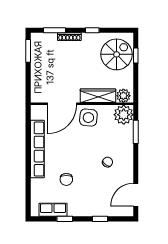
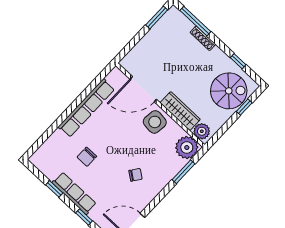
window: (55, 30) -> (195, 21), width x1.44
window: (92, 30) -> (238, 61), moved
row of seats: (53, 210) -> (74, 193), moved, width x1.48

